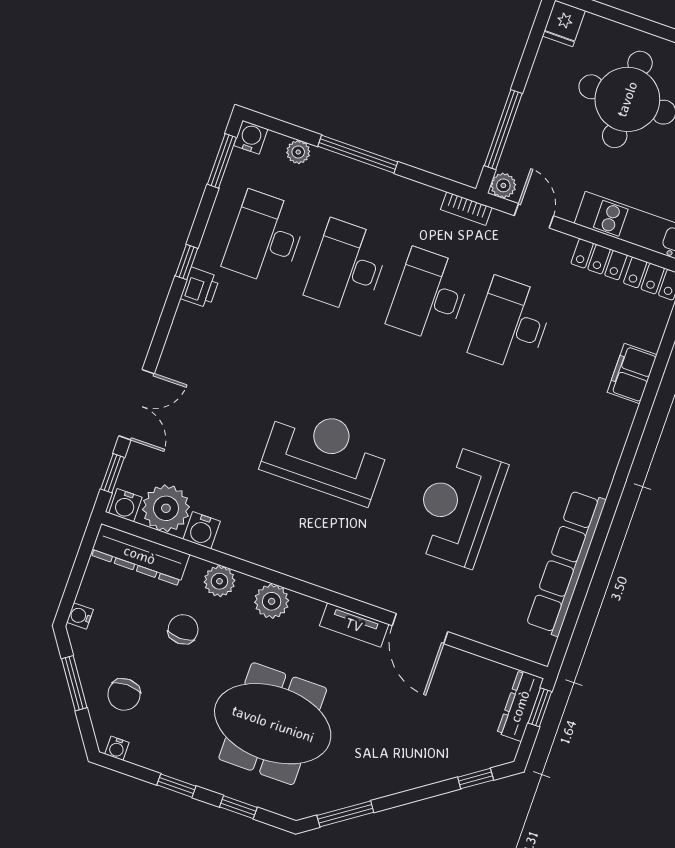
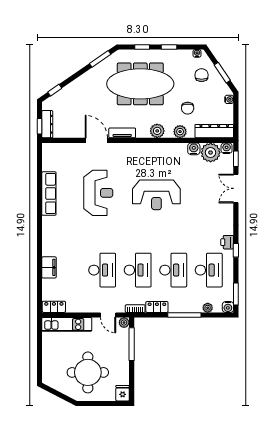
locker: (599, 259) -> (157, 307), moved
row of seats: (566, 563) -> (49, 194), width x0.73
meeting table: (273, 724) -> (140, 84), width x1.36

